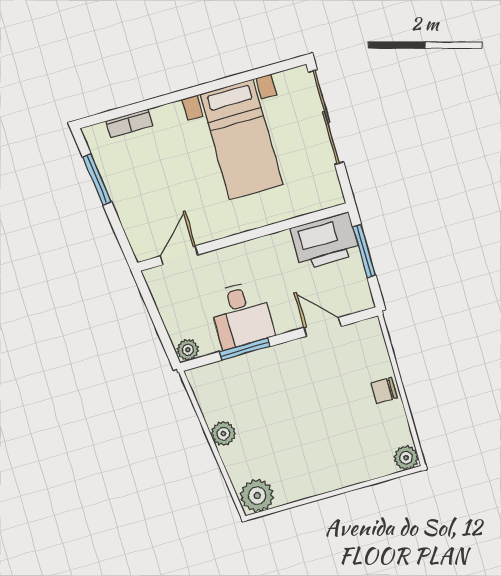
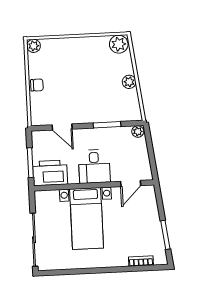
bed with nightstands: (241, 139) -> (87, 218), moved, turned 180
desk: (241, 315) -> (94, 166), moved, turned 180

